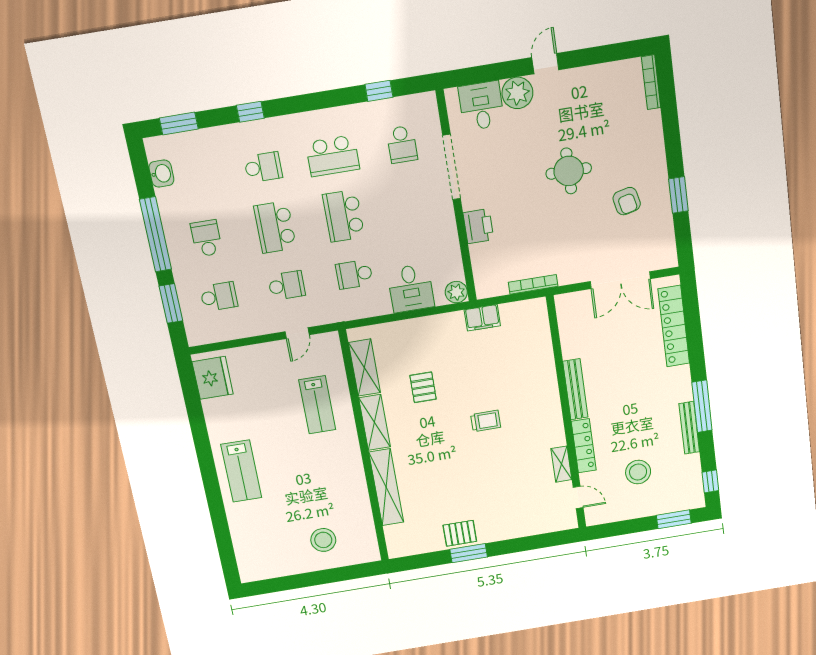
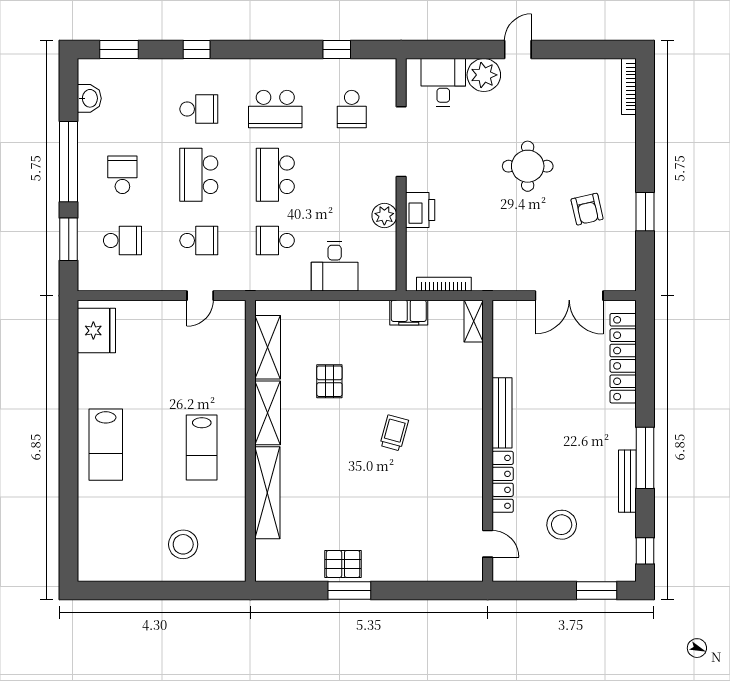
bookcase: (533, 284) -> (444, 284), moved
plant: (456, 292) -> (384, 215), moved
lab bench: (317, 405) -> (202, 448), moved
trolley: (486, 421) -> (394, 433), turned -75
shelving: (561, 464) -> (474, 321), moved

